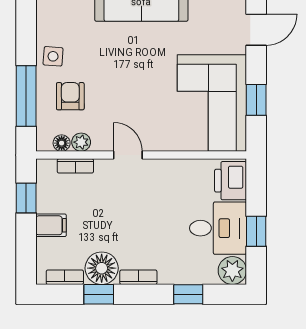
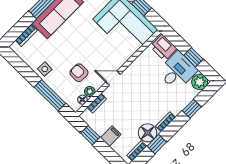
armchair: (70, 96) -> (79, 73), moved

